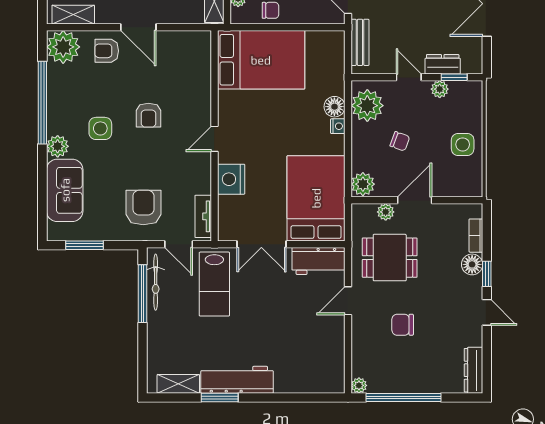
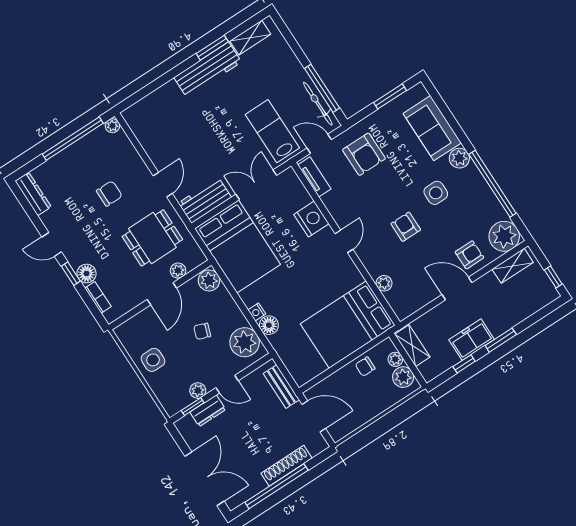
plant: (203, 76) -> (384, 283), added

